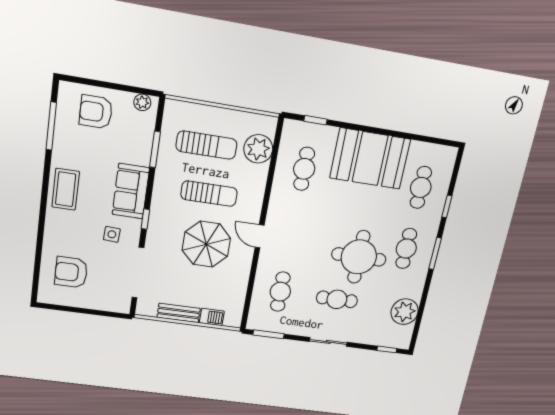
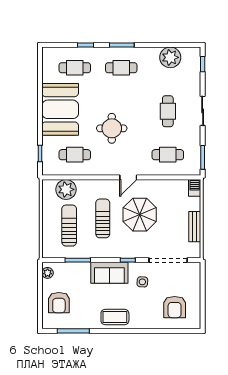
round table: (359, 257) -> (112, 128), moved, width x0.73, depth x0.73
barbecue: (212, 317) -> (195, 188), moved

